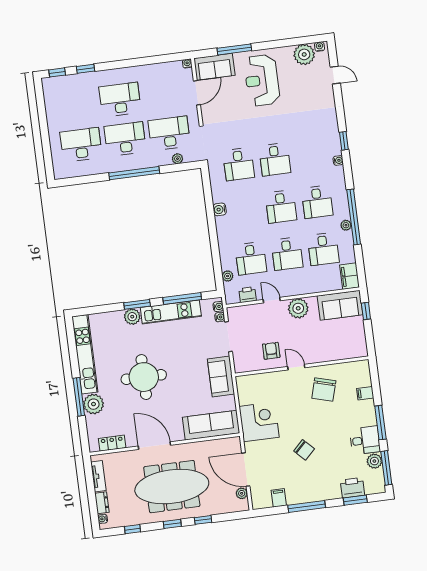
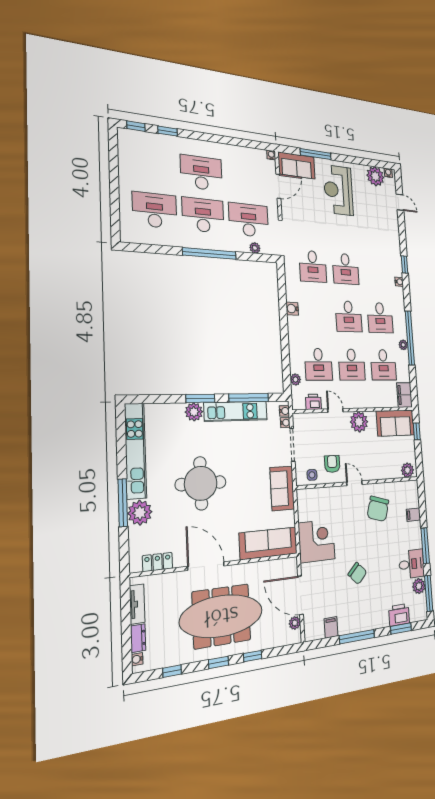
plant: (356, 350) -> (407, 470), added
side table: (250, 362) -> (312, 475), added

